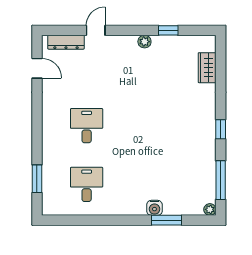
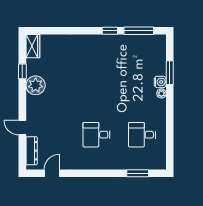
plant: (144, 42) -> (36, 85), width x1.87, depth x1.87
wardrobe: (207, 68) -> (33, 46), moved, turned -90
window: (221, 129) -> (110, 31), moved
plant: (210, 209) -> (161, 94), moved

